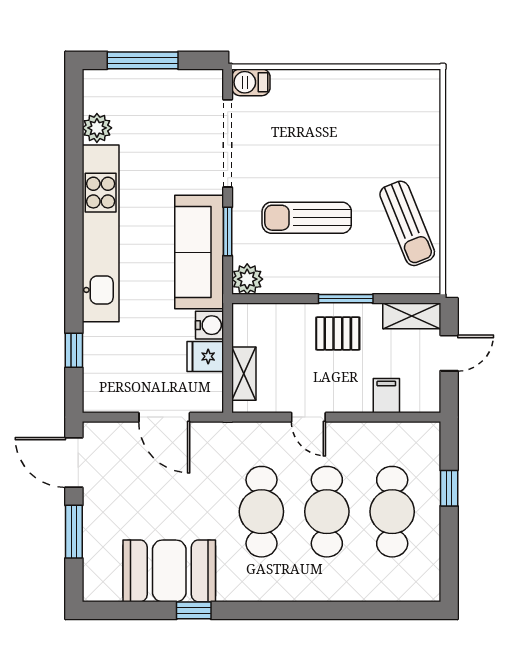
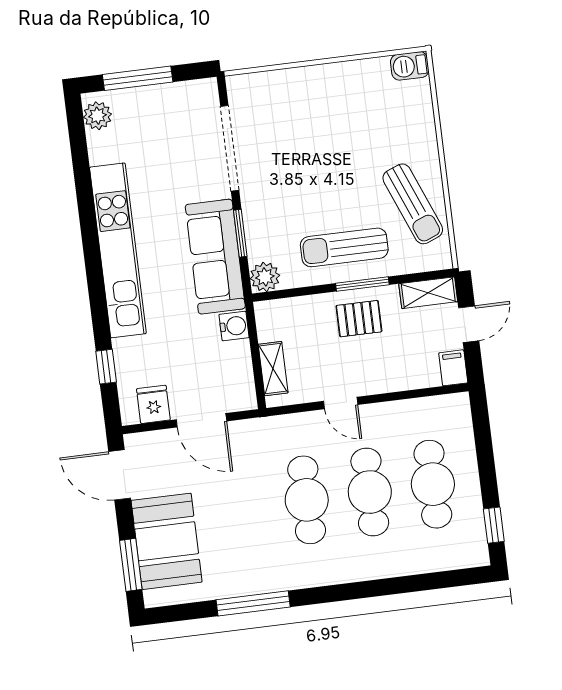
barbecue: (251, 82) -> (410, 66), moved
plant: (97, 128) -> (97, 116), moved
sun lounger: (307, 218) -> (344, 247), moved
fridge: (205, 356) -> (153, 404), moved, turned 90
filing cabinet: (386, 396) -> (453, 368), moved
window: (449, 488) -> (494, 525), moved
window: (74, 532) -> (131, 565), moved
booth: (169, 571) -> (167, 541), moved, turned 90
window: (194, 610) -> (253, 603), width x2.17

